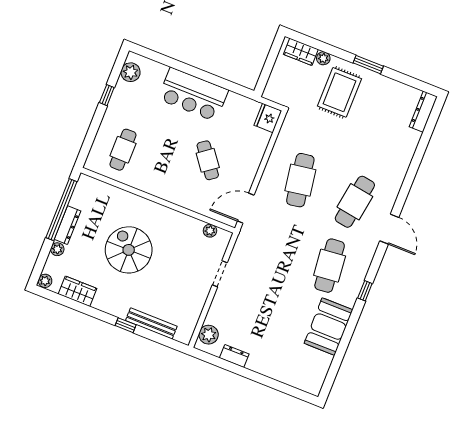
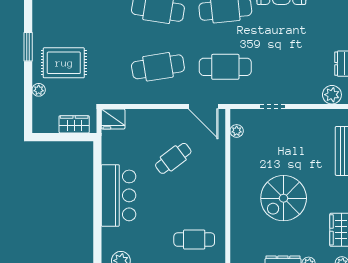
wardrobe: (301, 52) -> (74, 124), moved, turned -90
cafe table: (275, 244) -> (225, 67), added

